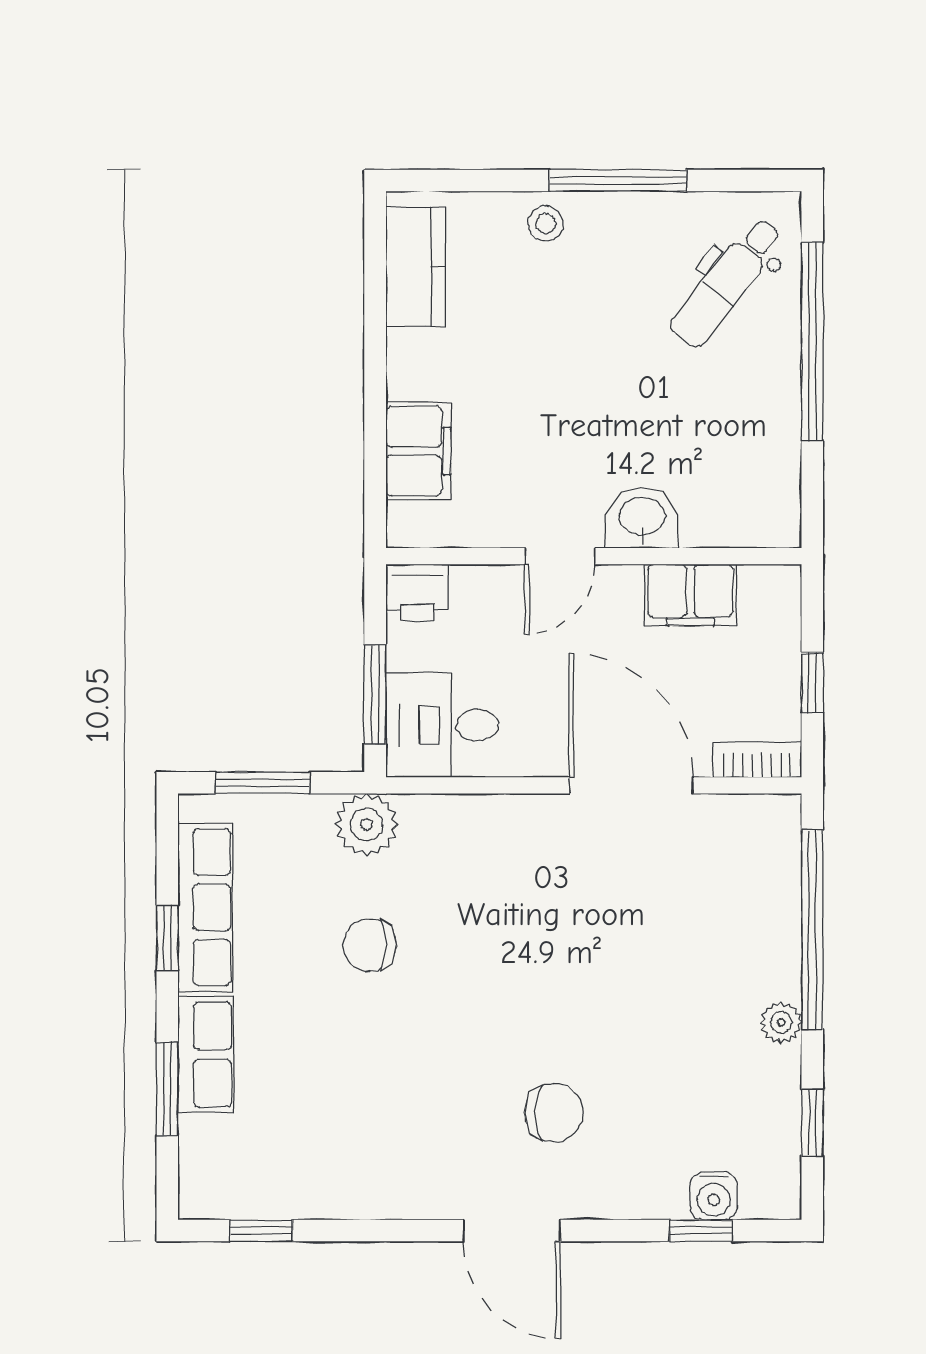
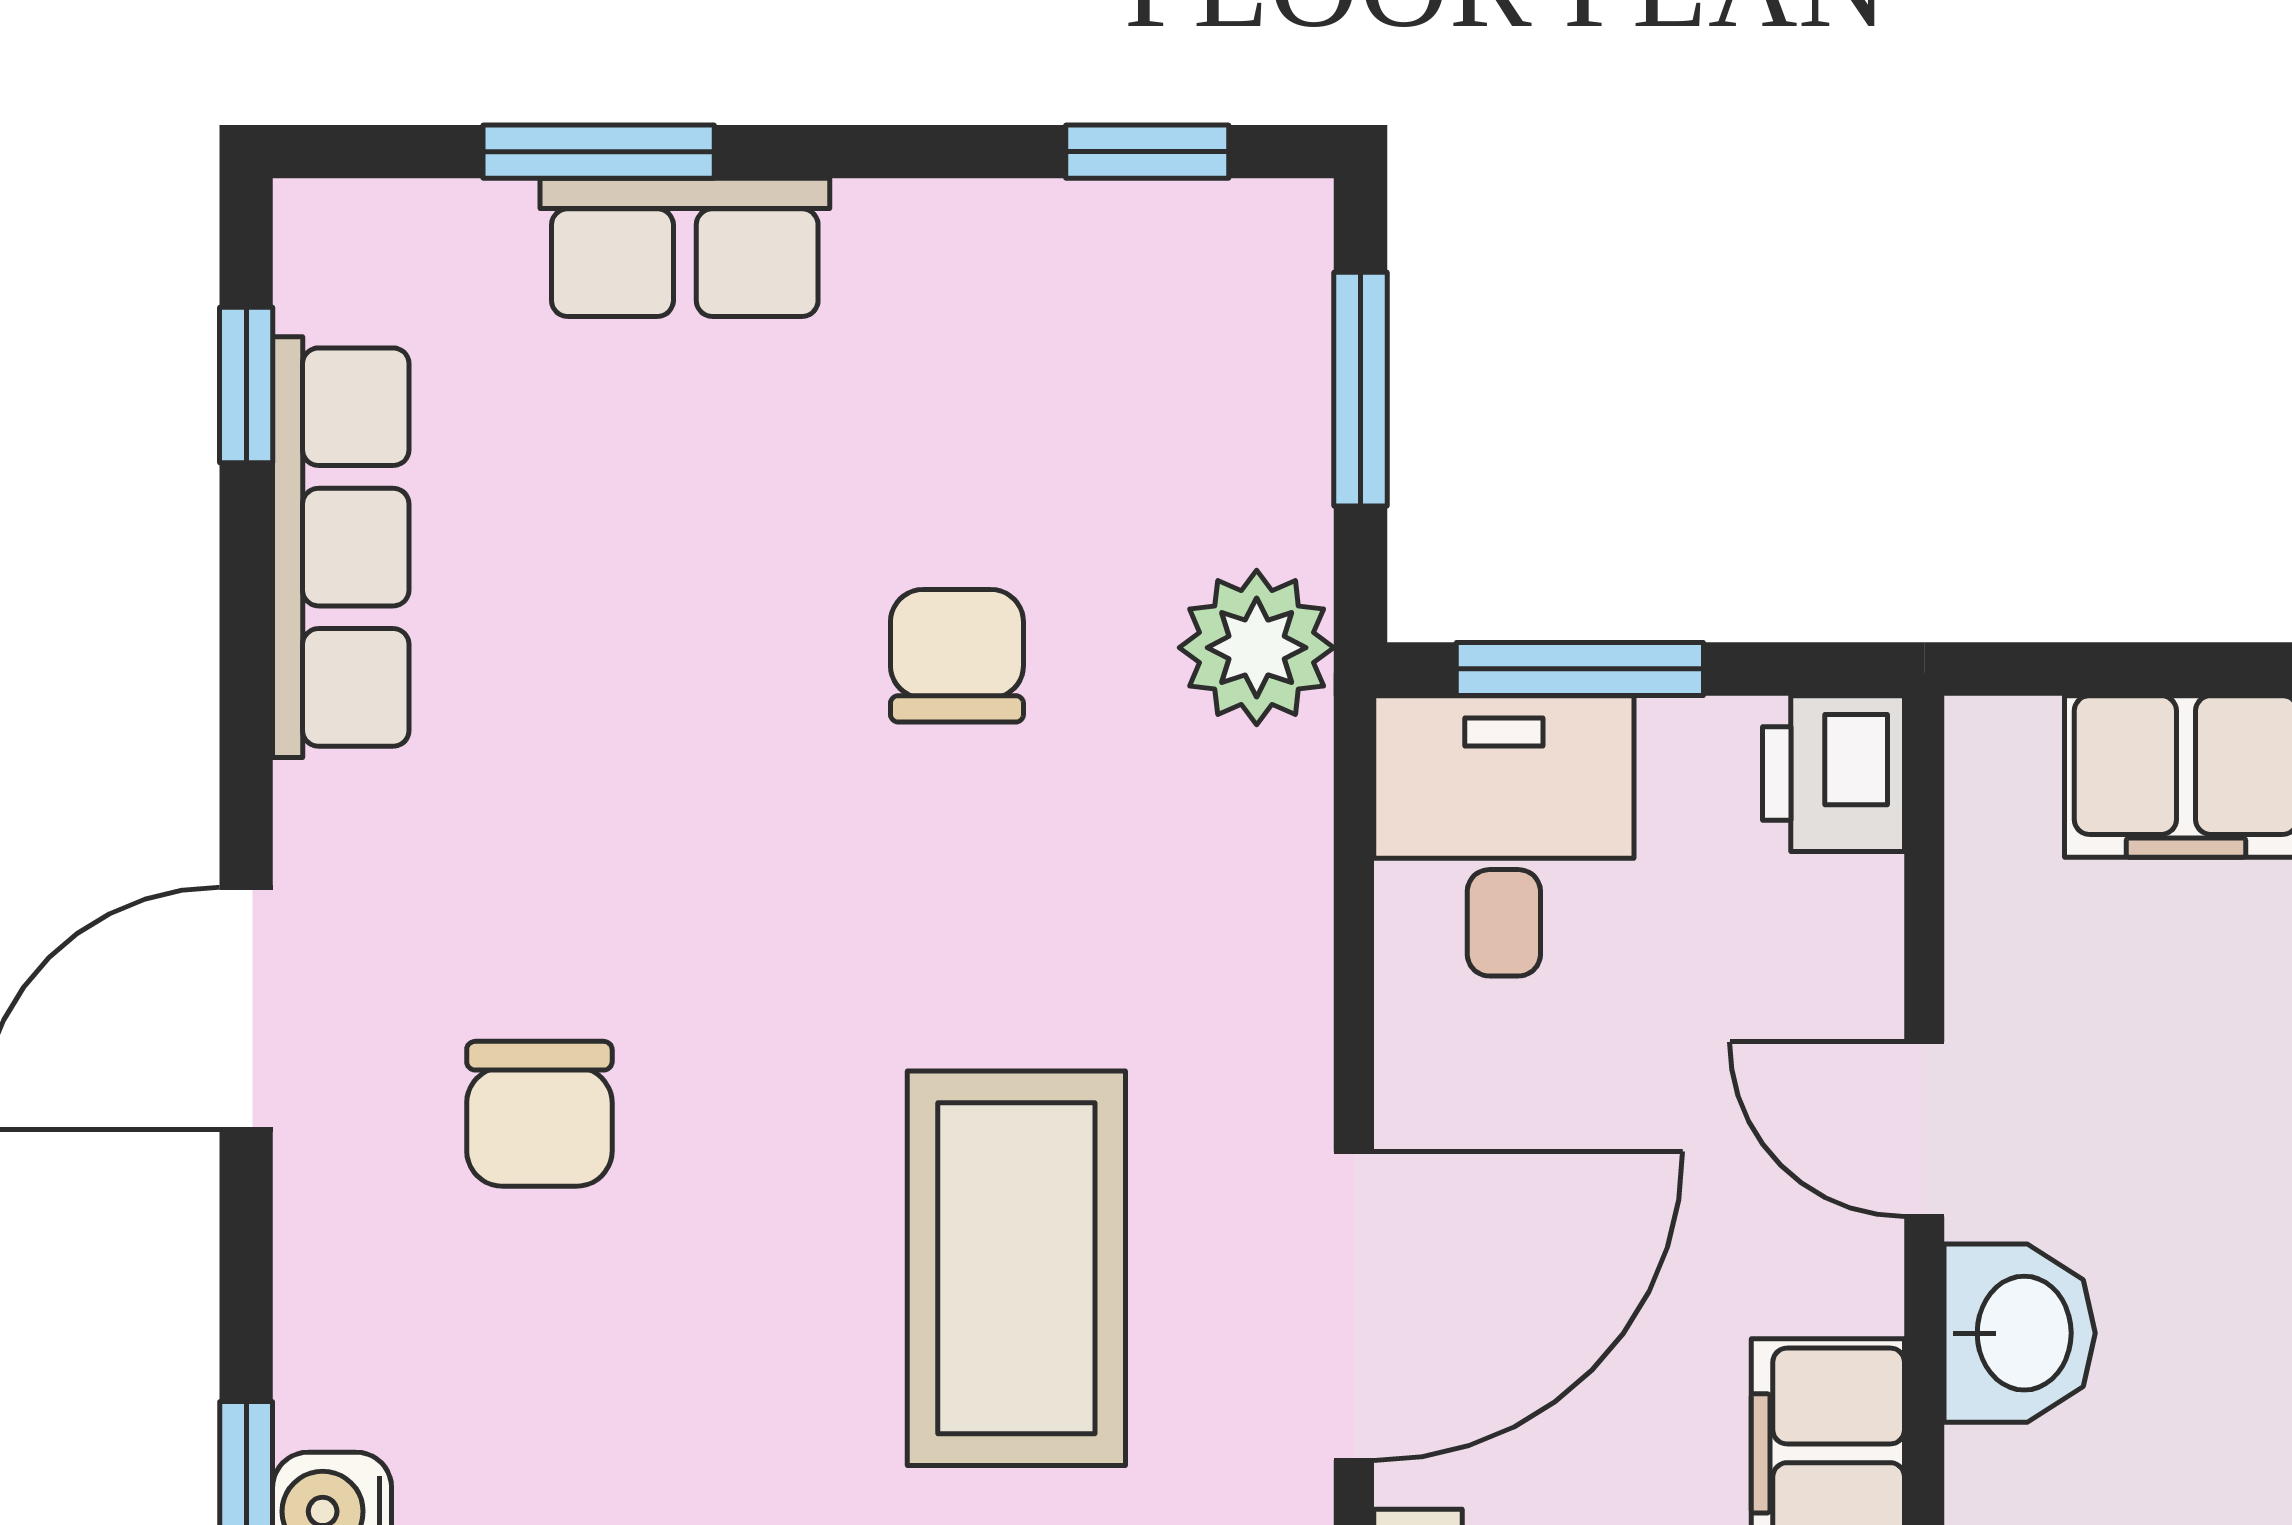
row of seats: (205, 907) -> (341, 547), moved, turned -90
coffee table: (616, 921) -> (1016, 1268), added
window: (167, 938) -> (1147, 152), moved

